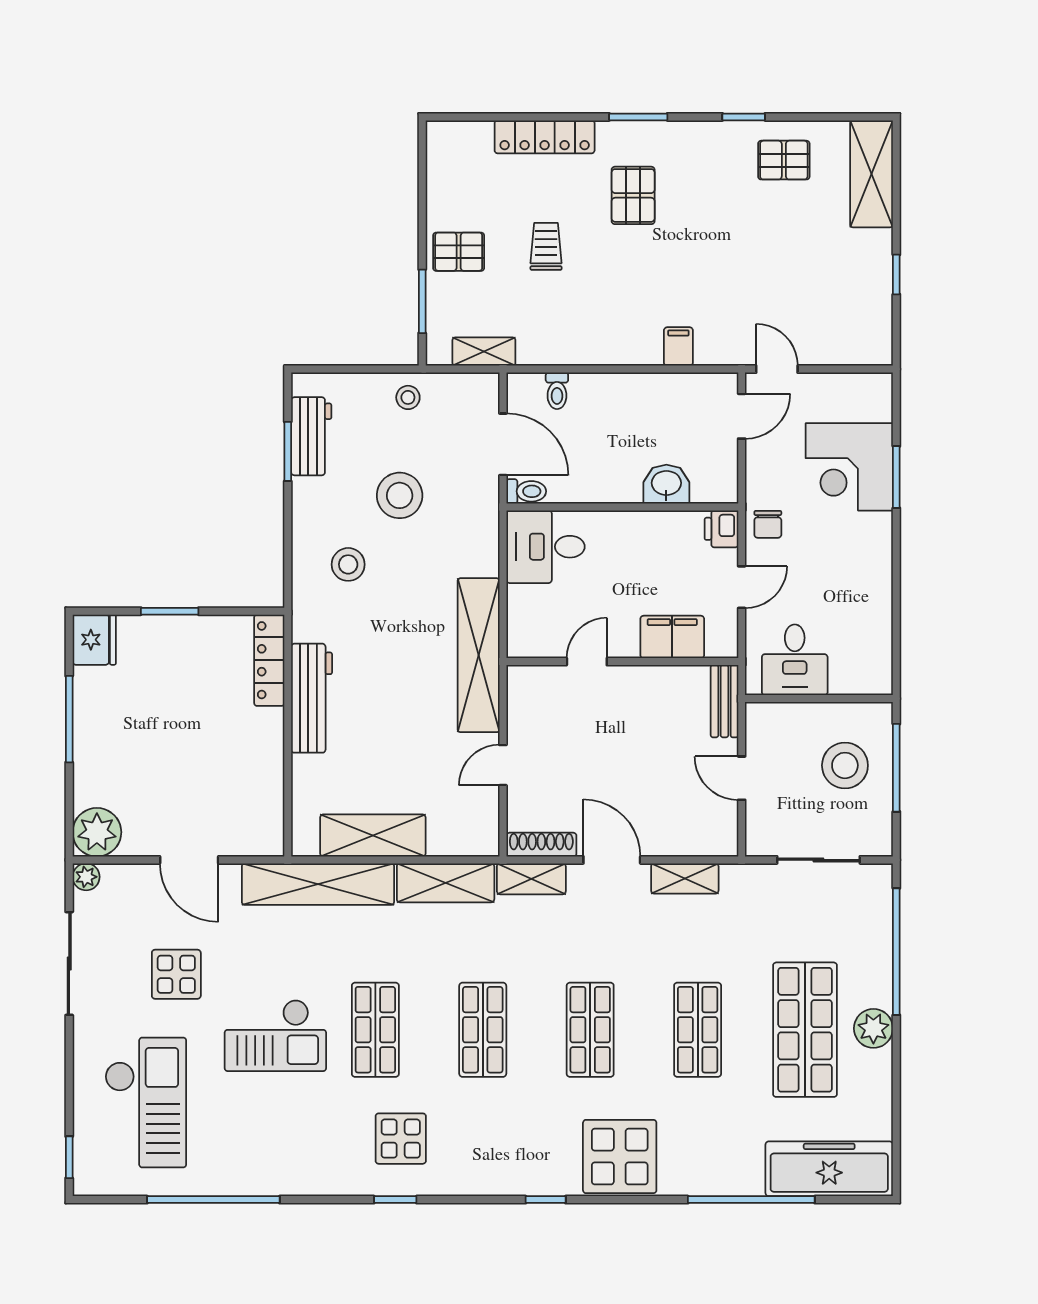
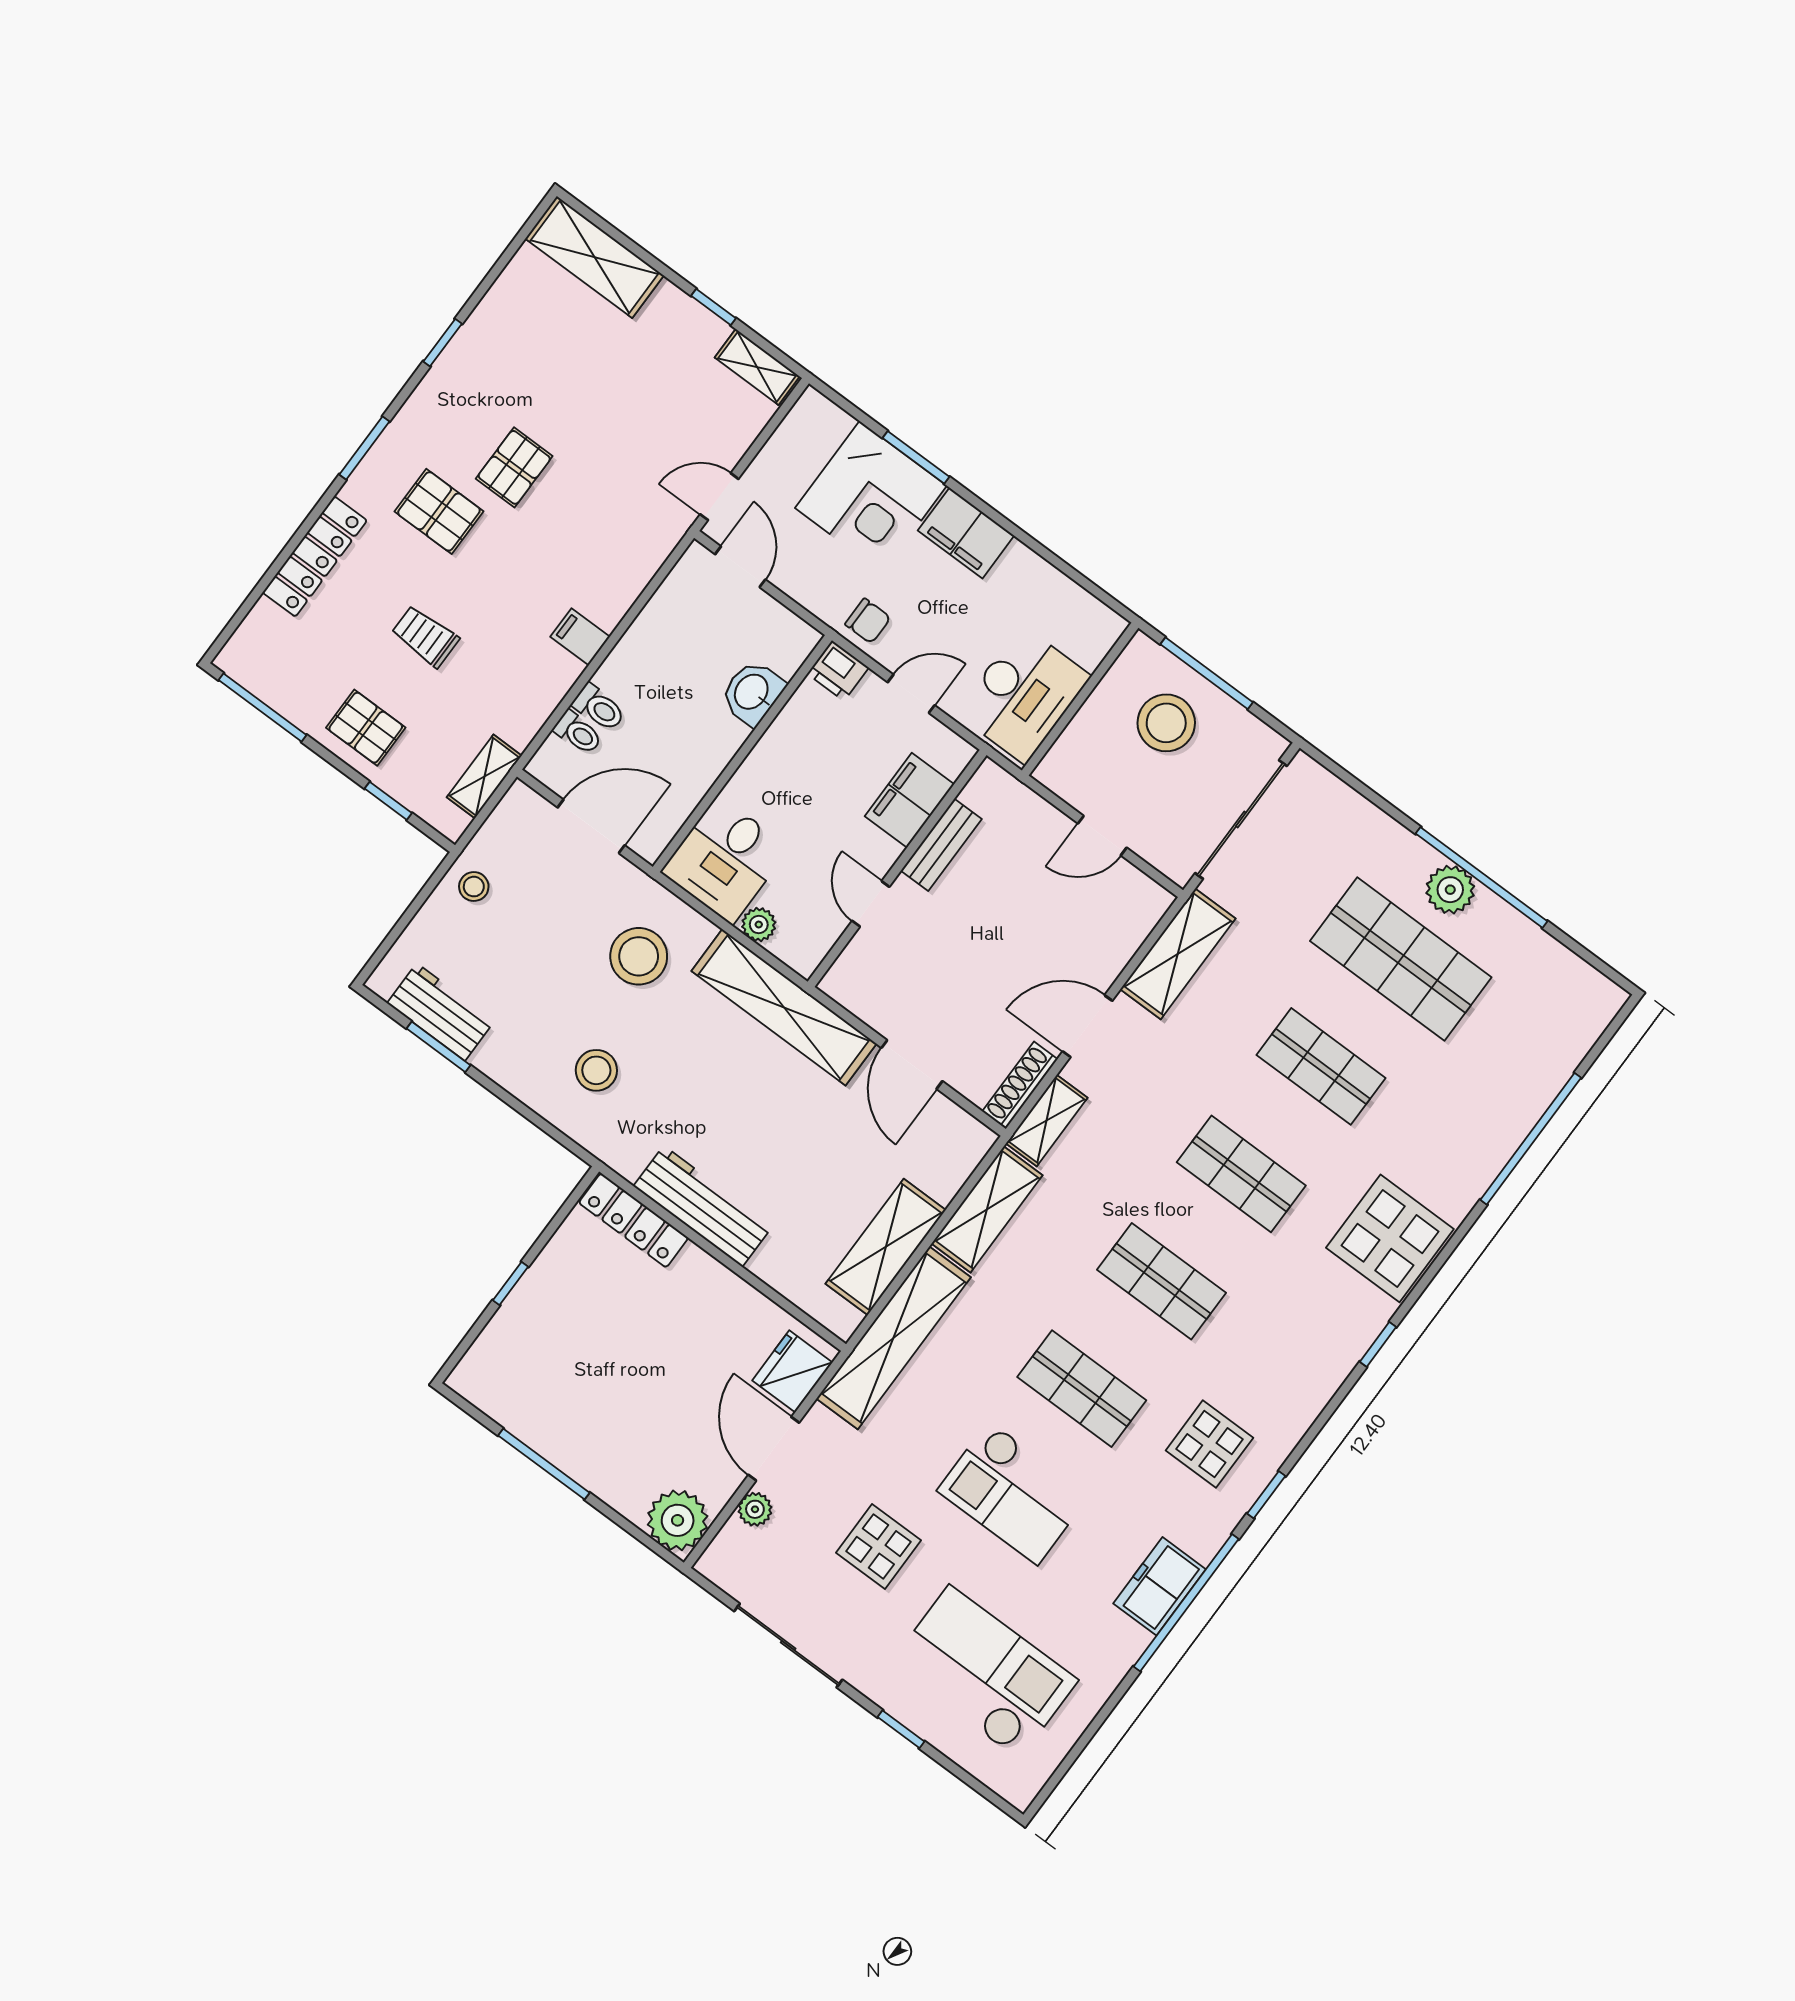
pallet: (784, 160) -> (514, 467), moved
window: (422, 176) -> (262, 707), added
pallet: (459, 252) -> (366, 728), turned 90
window: (422, 301) -> (388, 801), width x0.67
shelving: (879, 331) -> (757, 367), added
filing cabinet: (678, 346) -> (580, 637), moved
toilet: (526, 491) -> (599, 708), moved, turned 90
stool: (400, 495) -> (639, 956), moved
filing cabinet: (871, 546) -> (966, 533), added
door: (742, 587) -> (911, 694), hinge flipped
plant: (520, 599) -> (759, 925), added
window: (170, 611) -> (511, 1283), width x0.67
fridge: (94, 640) -> (792, 1371), moved, turned -90
desk: (795, 660) -> (1023, 695), width x1.37
bench: (724, 701) -> (941, 845), moved, turned 90
door: (503, 765) -> (912, 1065), width x1.38
door: (189, 860) -> (774, 1449), swing flipped
sliding door: (818, 860) -> (1241, 820), width x1.37
plant: (86, 877) -> (755, 1509), moved
shelving: (685, 878) -> (1178, 954), width x1.50, depth x1.33
window: (896, 952) -> (1482, 877), moved
checkout: (275, 1035) -> (1013, 1493), turned 90
window: (69, 1157) -> (901, 1729), moved
freezer: (829, 1169) -> (1160, 1586), moved, width x0.52, depth x0.79
window: (213, 1200) -> (1186, 1603), moved

